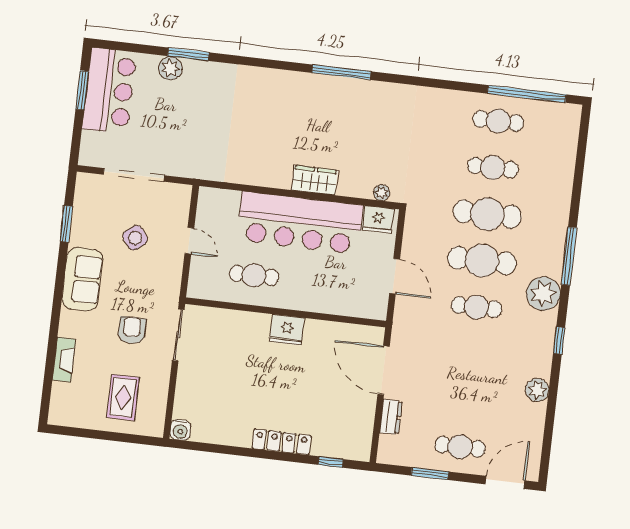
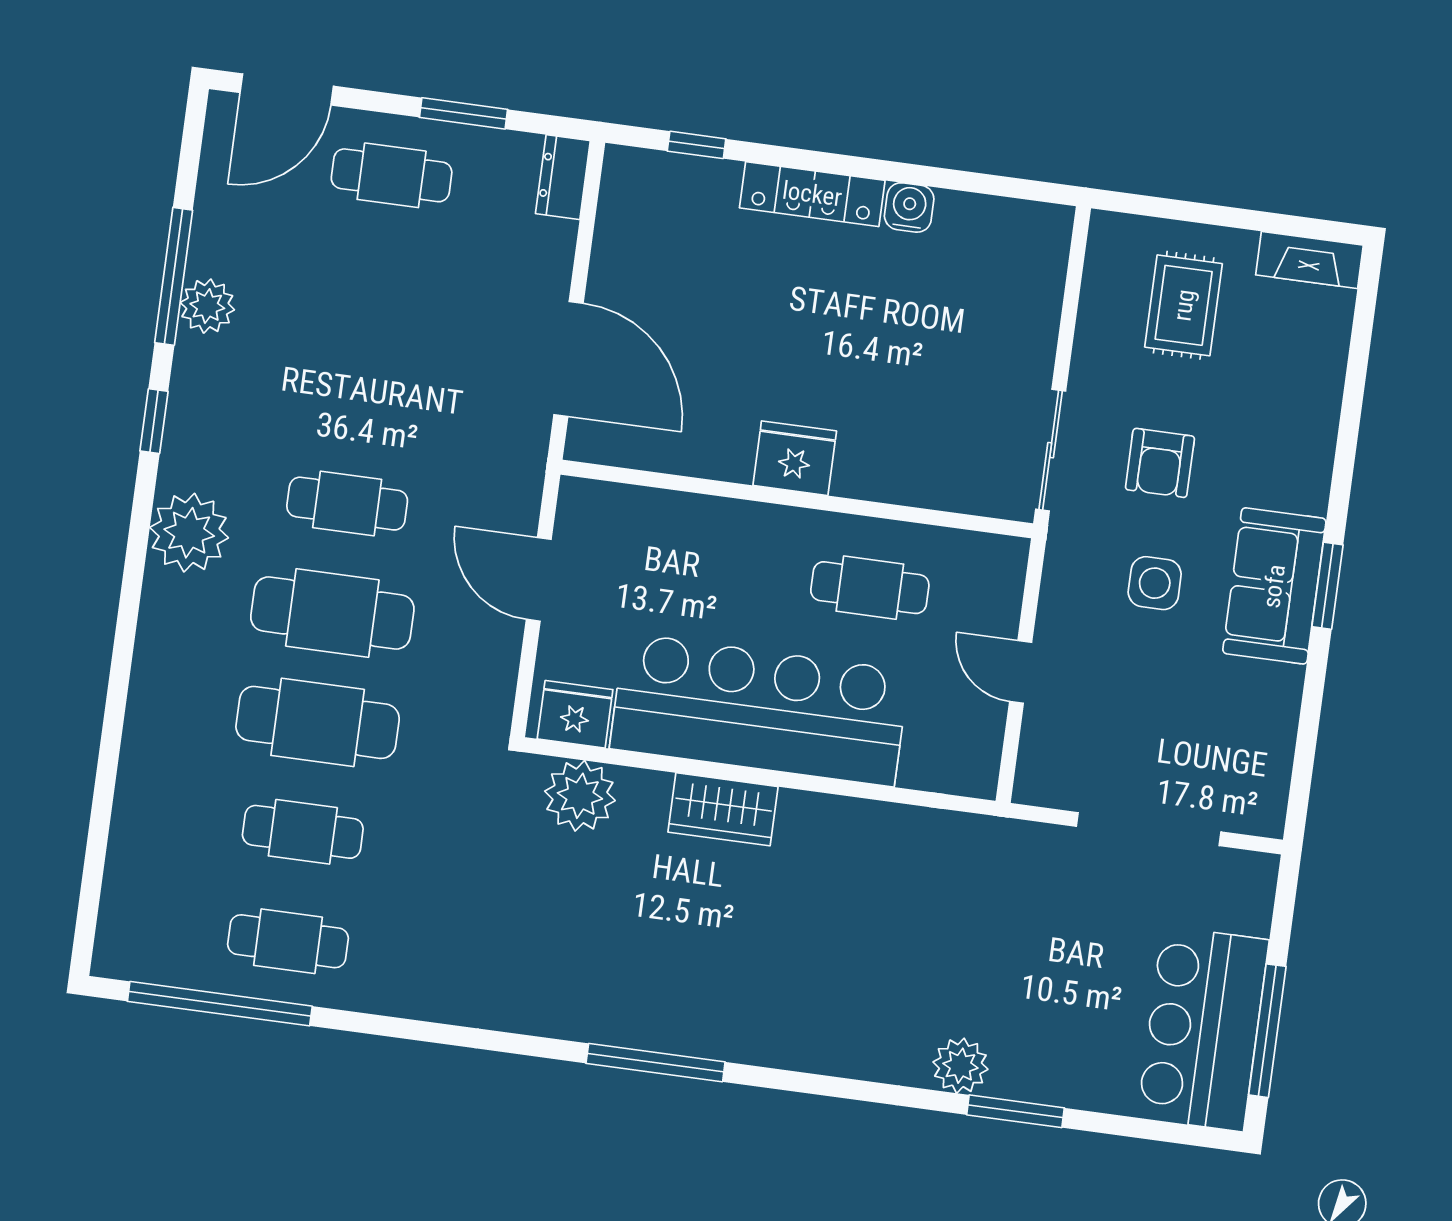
plant: (170, 68) -> (960, 1066), moved
window: (82, 90) -> (1267, 1031), width x1.44
plant: (382, 193) -> (580, 796), width x1.88, depth x1.88
window: (66, 224) -> (1327, 586), moved
side table: (135, 238) -> (1155, 583), moved, turned 38
window: (569, 256) -> (174, 276), moved
fireplace: (64, 360) -> (1309, 260), moved, turned -90
dresser: (391, 417) -> (563, 177), moved
water cooler: (180, 430) -> (909, 207), moved

